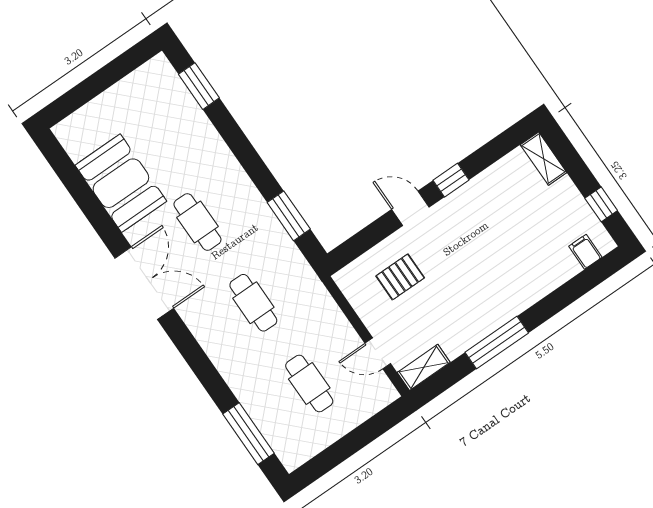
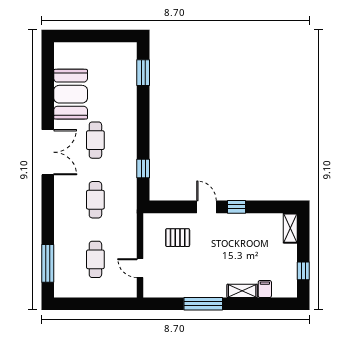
window: (289, 216) -> (143, 168), width x0.67
filing cabinet: (585, 252) -> (265, 289), moved
shelving: (424, 367) -> (242, 291), moved

